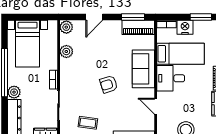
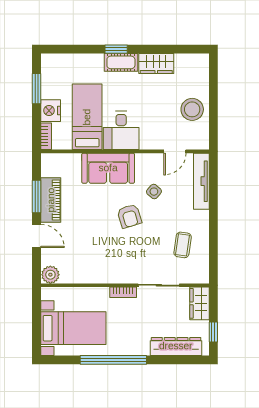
window: (133, 17) -> (36, 197), moved
piano: (138, 27) -> (51, 200), moved
plant: (66, 51) -> (84, 275), removed
plant: (14, 92) -> (140, 347), removed
side table: (126, 102) -> (154, 192), added
door: (156, 106) -> (175, 151), moved

